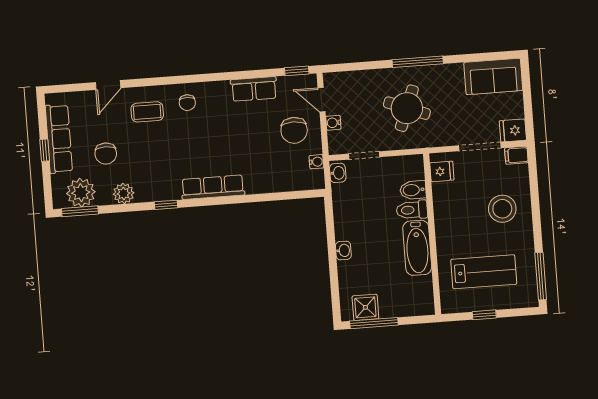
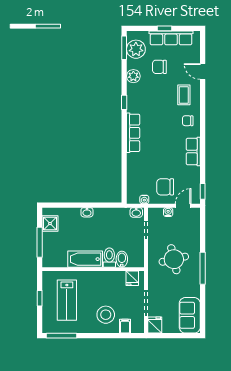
row of seats: (254, 89) -> (193, 152), moved
round table: (407, 108) -> (174, 259), turned -34
filing cabinet: (516, 155) -> (125, 326), moved
window: (374, 323) -> (40, 242), moved

